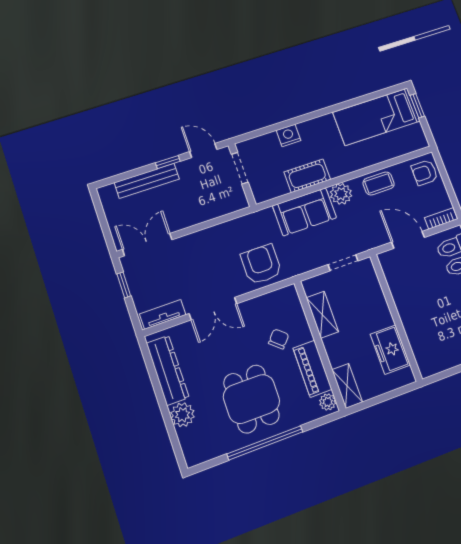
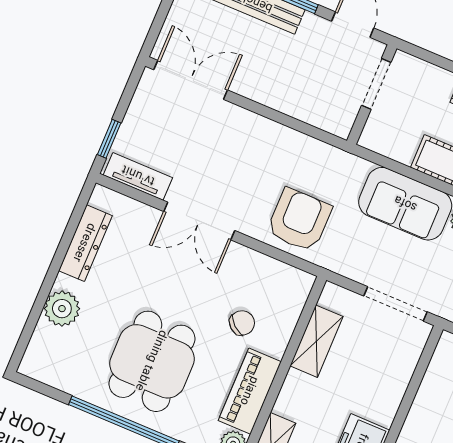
doorway: (343, 263) -> (395, 304), width x1.38
window: (124, 285) -> (109, 139), moved
dresser: (168, 370) -> (85, 243), width x0.73, depth x0.80

